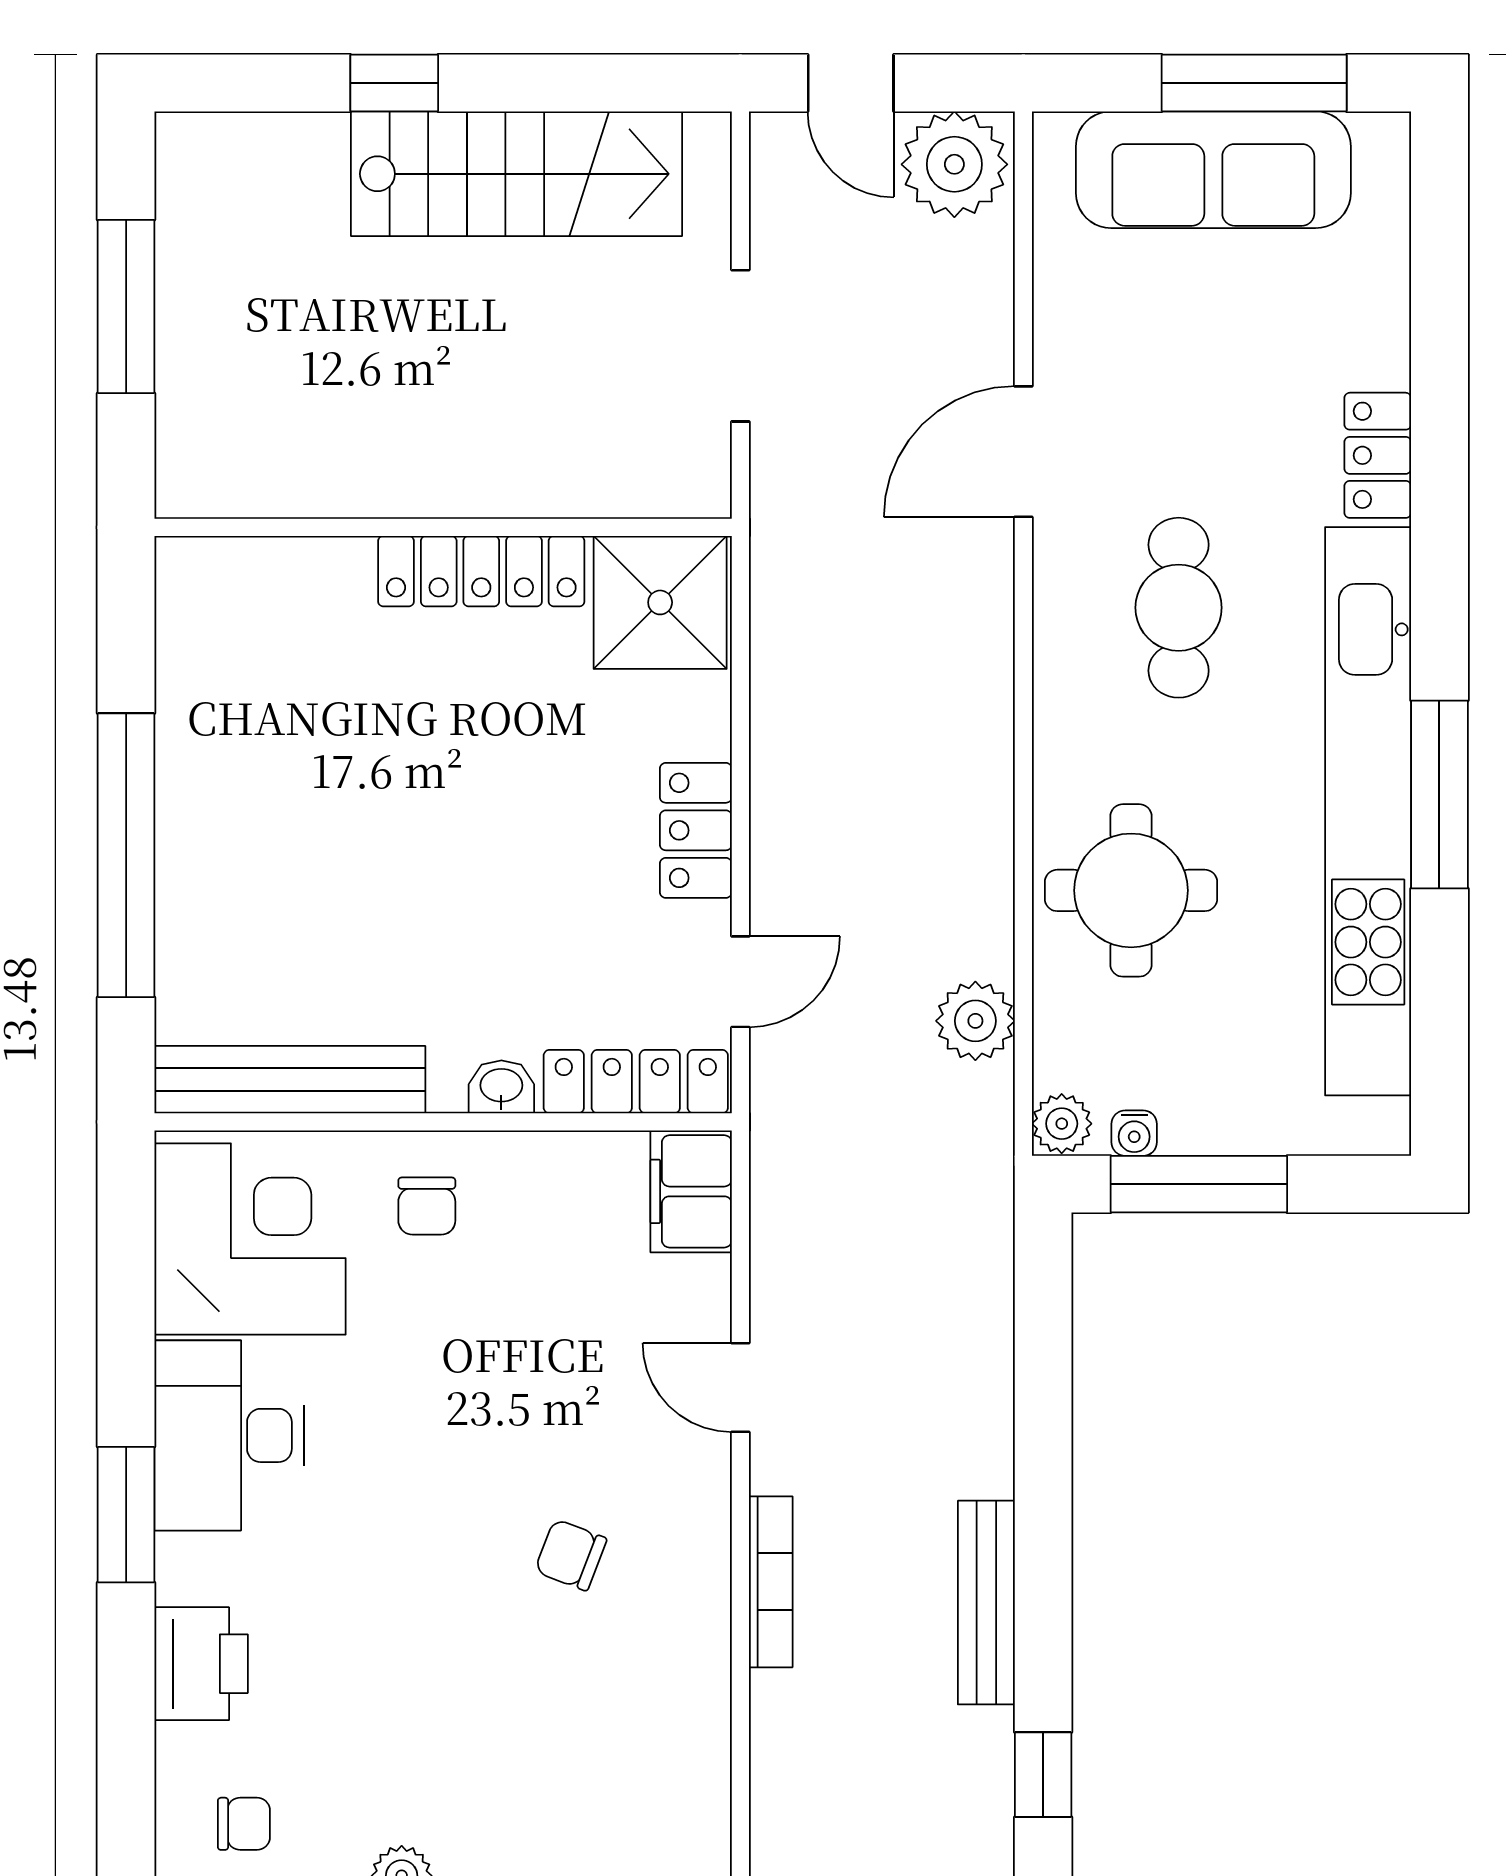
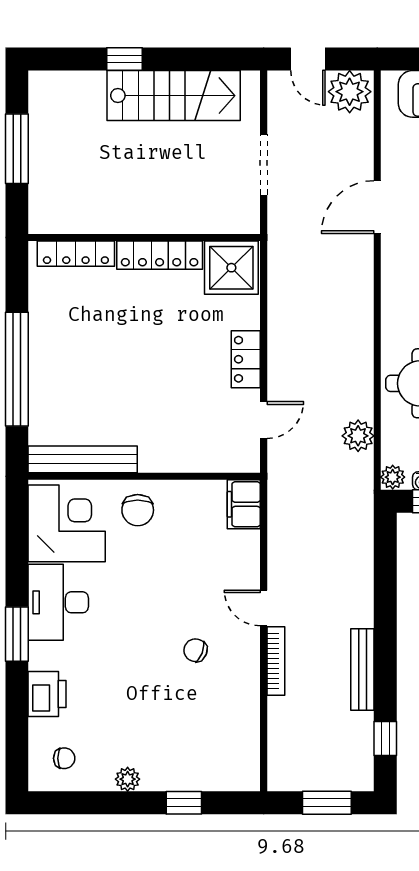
locker: (636, 1082) -> (76, 254), moved, turned 180
washbasin: (501, 1087) -> (168, 462), removed
chair: (427, 1206) -> (138, 510), width x1.37, depth x1.37
door: (740, 1387) -> (264, 608), moved

